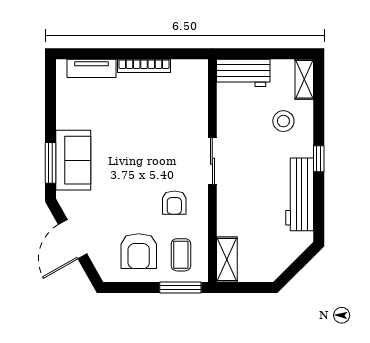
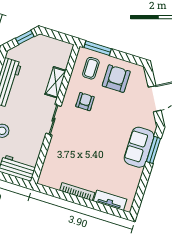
shelving: (227, 260) -> (55, 82), moved
window: (293, 270) -> (25, 37), added

